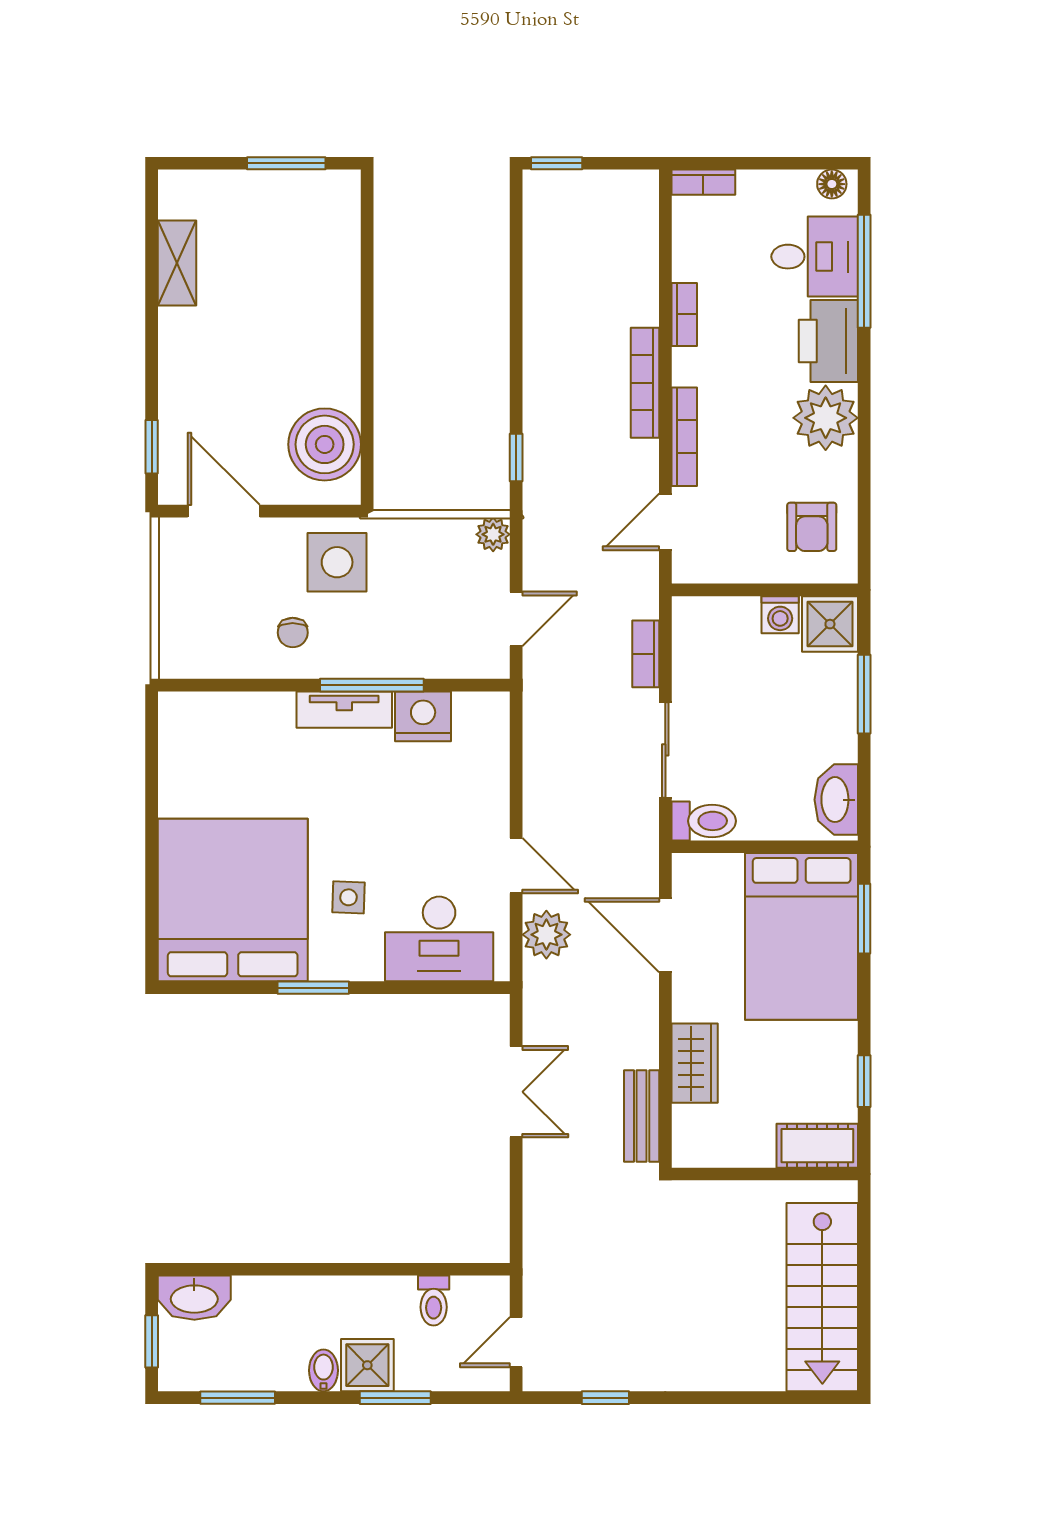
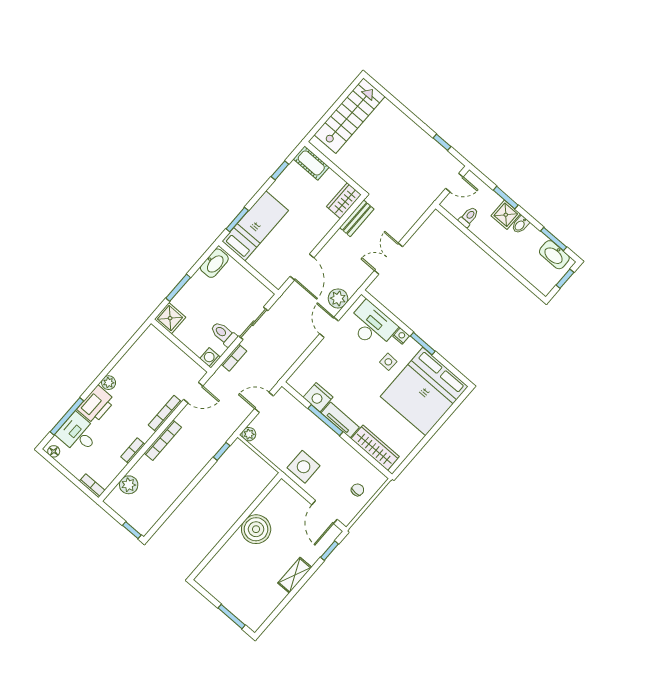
window: (286, 163) -> (232, 617), moved
plant: (636, 243) -> (129, 485), added
shelving: (177, 263) -> (295, 575), moved
plant: (826, 418) -> (109, 383), width x0.53, depth x0.53
boiler: (325, 444) -> (256, 529), moved
armchair: (812, 527) -> (150, 352), removed
washing machine: (780, 615) -> (210, 358), moved, turned -90
chair: (293, 633) -> (358, 490), moved
wardrobe: (233, 715) -> (375, 448), added
toilet: (704, 821) -> (224, 334), moved
bed: (802, 936) -> (255, 226), width x0.67
nightstand: (366, 967) -> (401, 336), added
wardrobe: (695, 1063) -> (344, 201), moved
washbasin: (194, 1298) -> (554, 255), moved, turned 180

